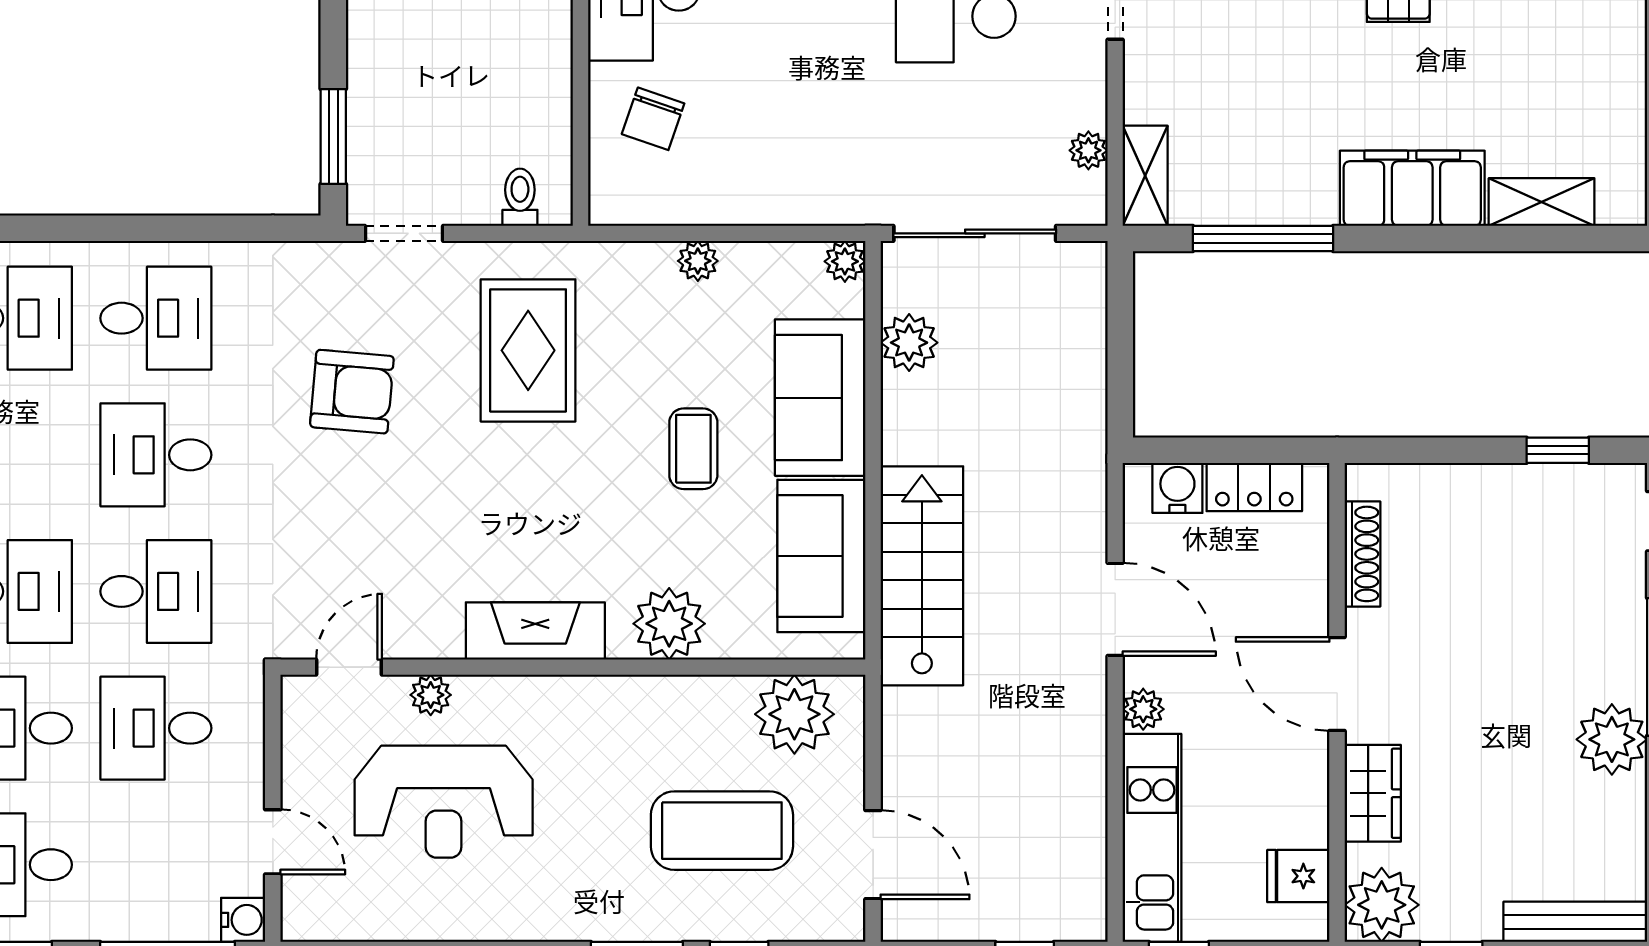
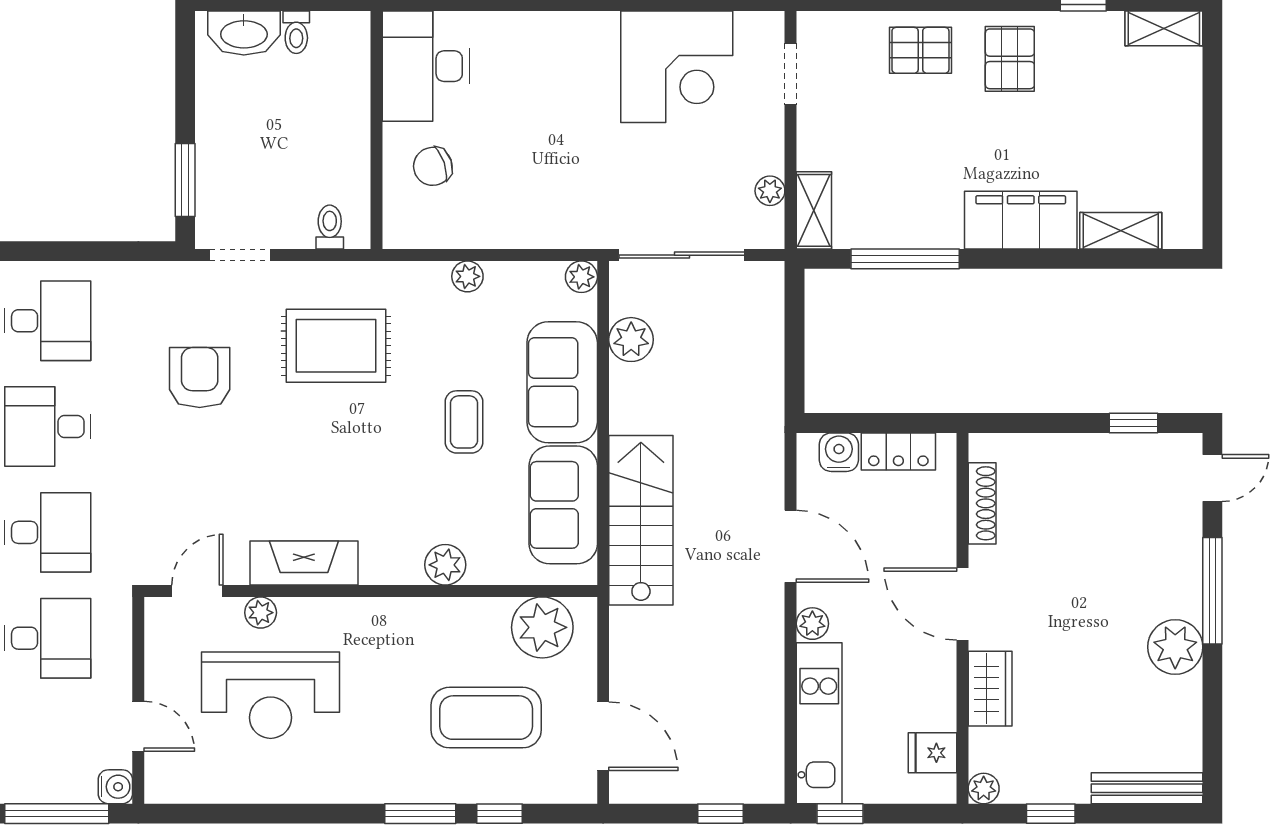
chair: (653, 119) -> (433, 166), turned 52
rug: (528, 350) -> (336, 346), turned 90
armchair: (352, 392) -> (200, 378), turned -95
plant: (669, 624) -> (445, 565), width x0.73, depth x0.73
fireplace: (535, 631) -> (304, 563), moved
desk: (156, 728) -> (48, 638), turned 180
plant: (1382, 905) -> (984, 788), width x0.53, depth x0.53

